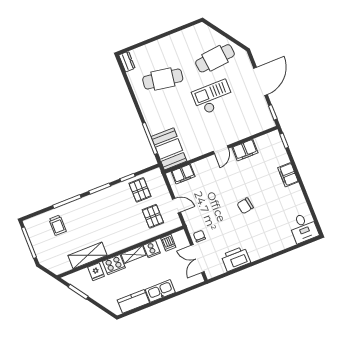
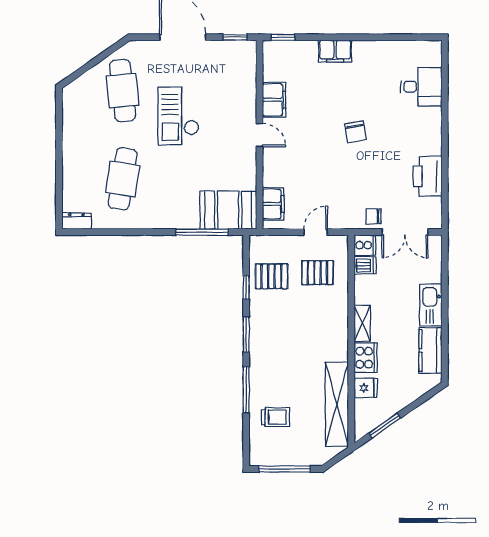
desk: (303, 228) -> (421, 87), moved
cooker: (152, 249) -> (365, 245), moved
shelving: (88, 255) -> (337, 404), width x1.47

